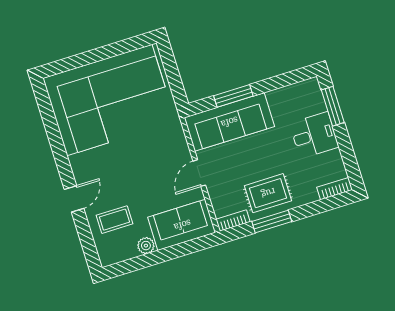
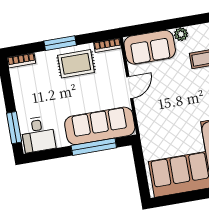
window: (233, 96) -> (94, 147), width x1.44
desk: (314, 135) -> (38, 134), moved, turned -90
window: (272, 221) -> (60, 43), moved

